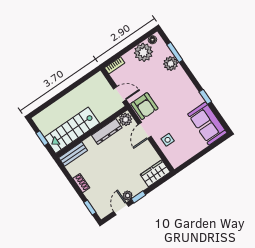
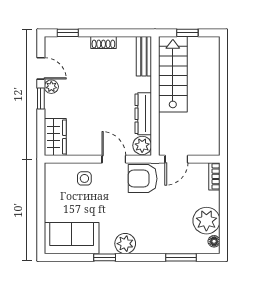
plant: (171, 63) -> (125, 244), moved

